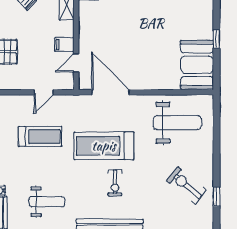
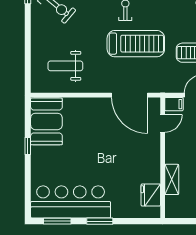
filing cabinet: (64, 44) -> (174, 104), moved
weight bench: (177, 123) -> (65, 66), width x0.73, depth x0.75

